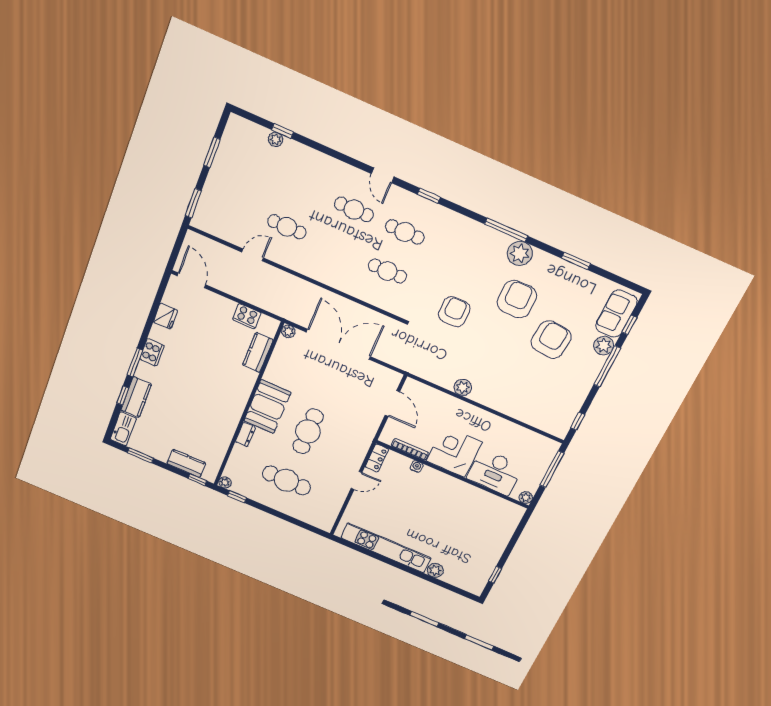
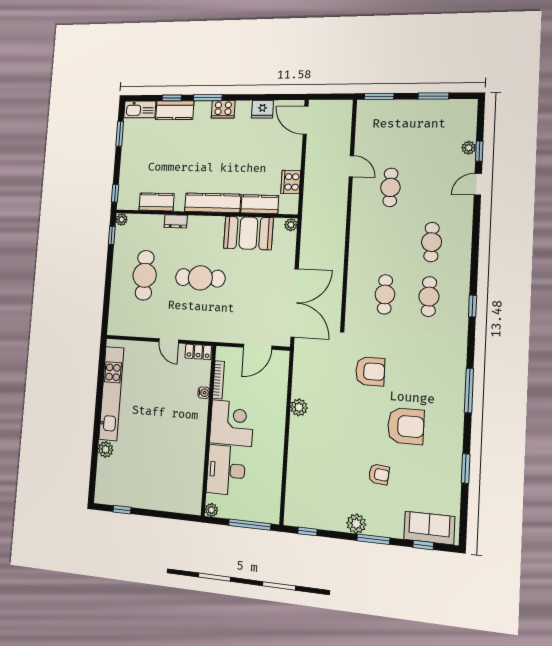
door: (383, 175) -> (478, 184), moved
plant: (520, 253) -> (451, 412), removed
door: (191, 280) -> (306, 120), swing flipped
armchair: (551, 340) -> (379, 474), width x0.53, depth x0.53
double door: (338, 344) -> (295, 303), moved
plant: (604, 346) -> (356, 524), moved
window: (607, 366) -> (373, 539), width x0.69
kitchen counter: (240, 395) -> (213, 203), added
booth: (267, 407) -> (248, 233), moved
kitchen counter: (186, 463) -> (156, 202), moved, turned -90

